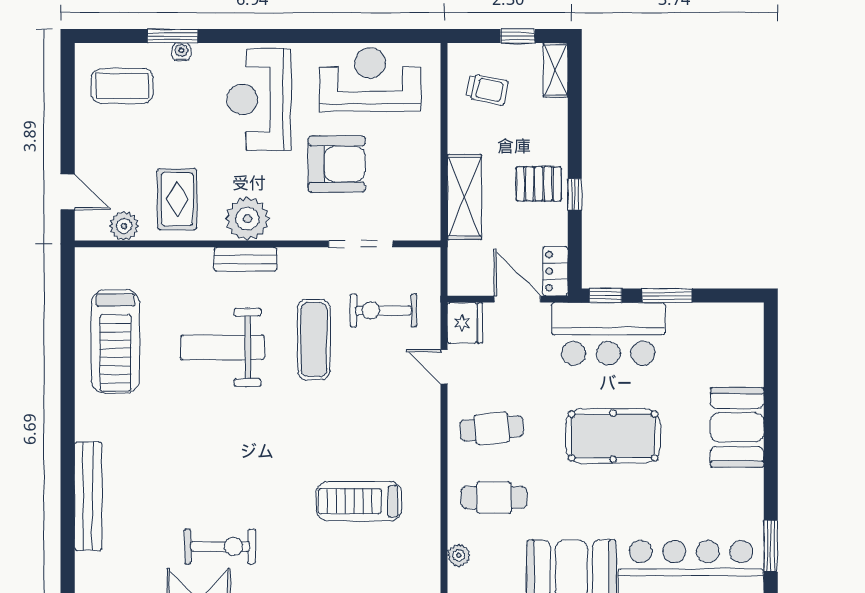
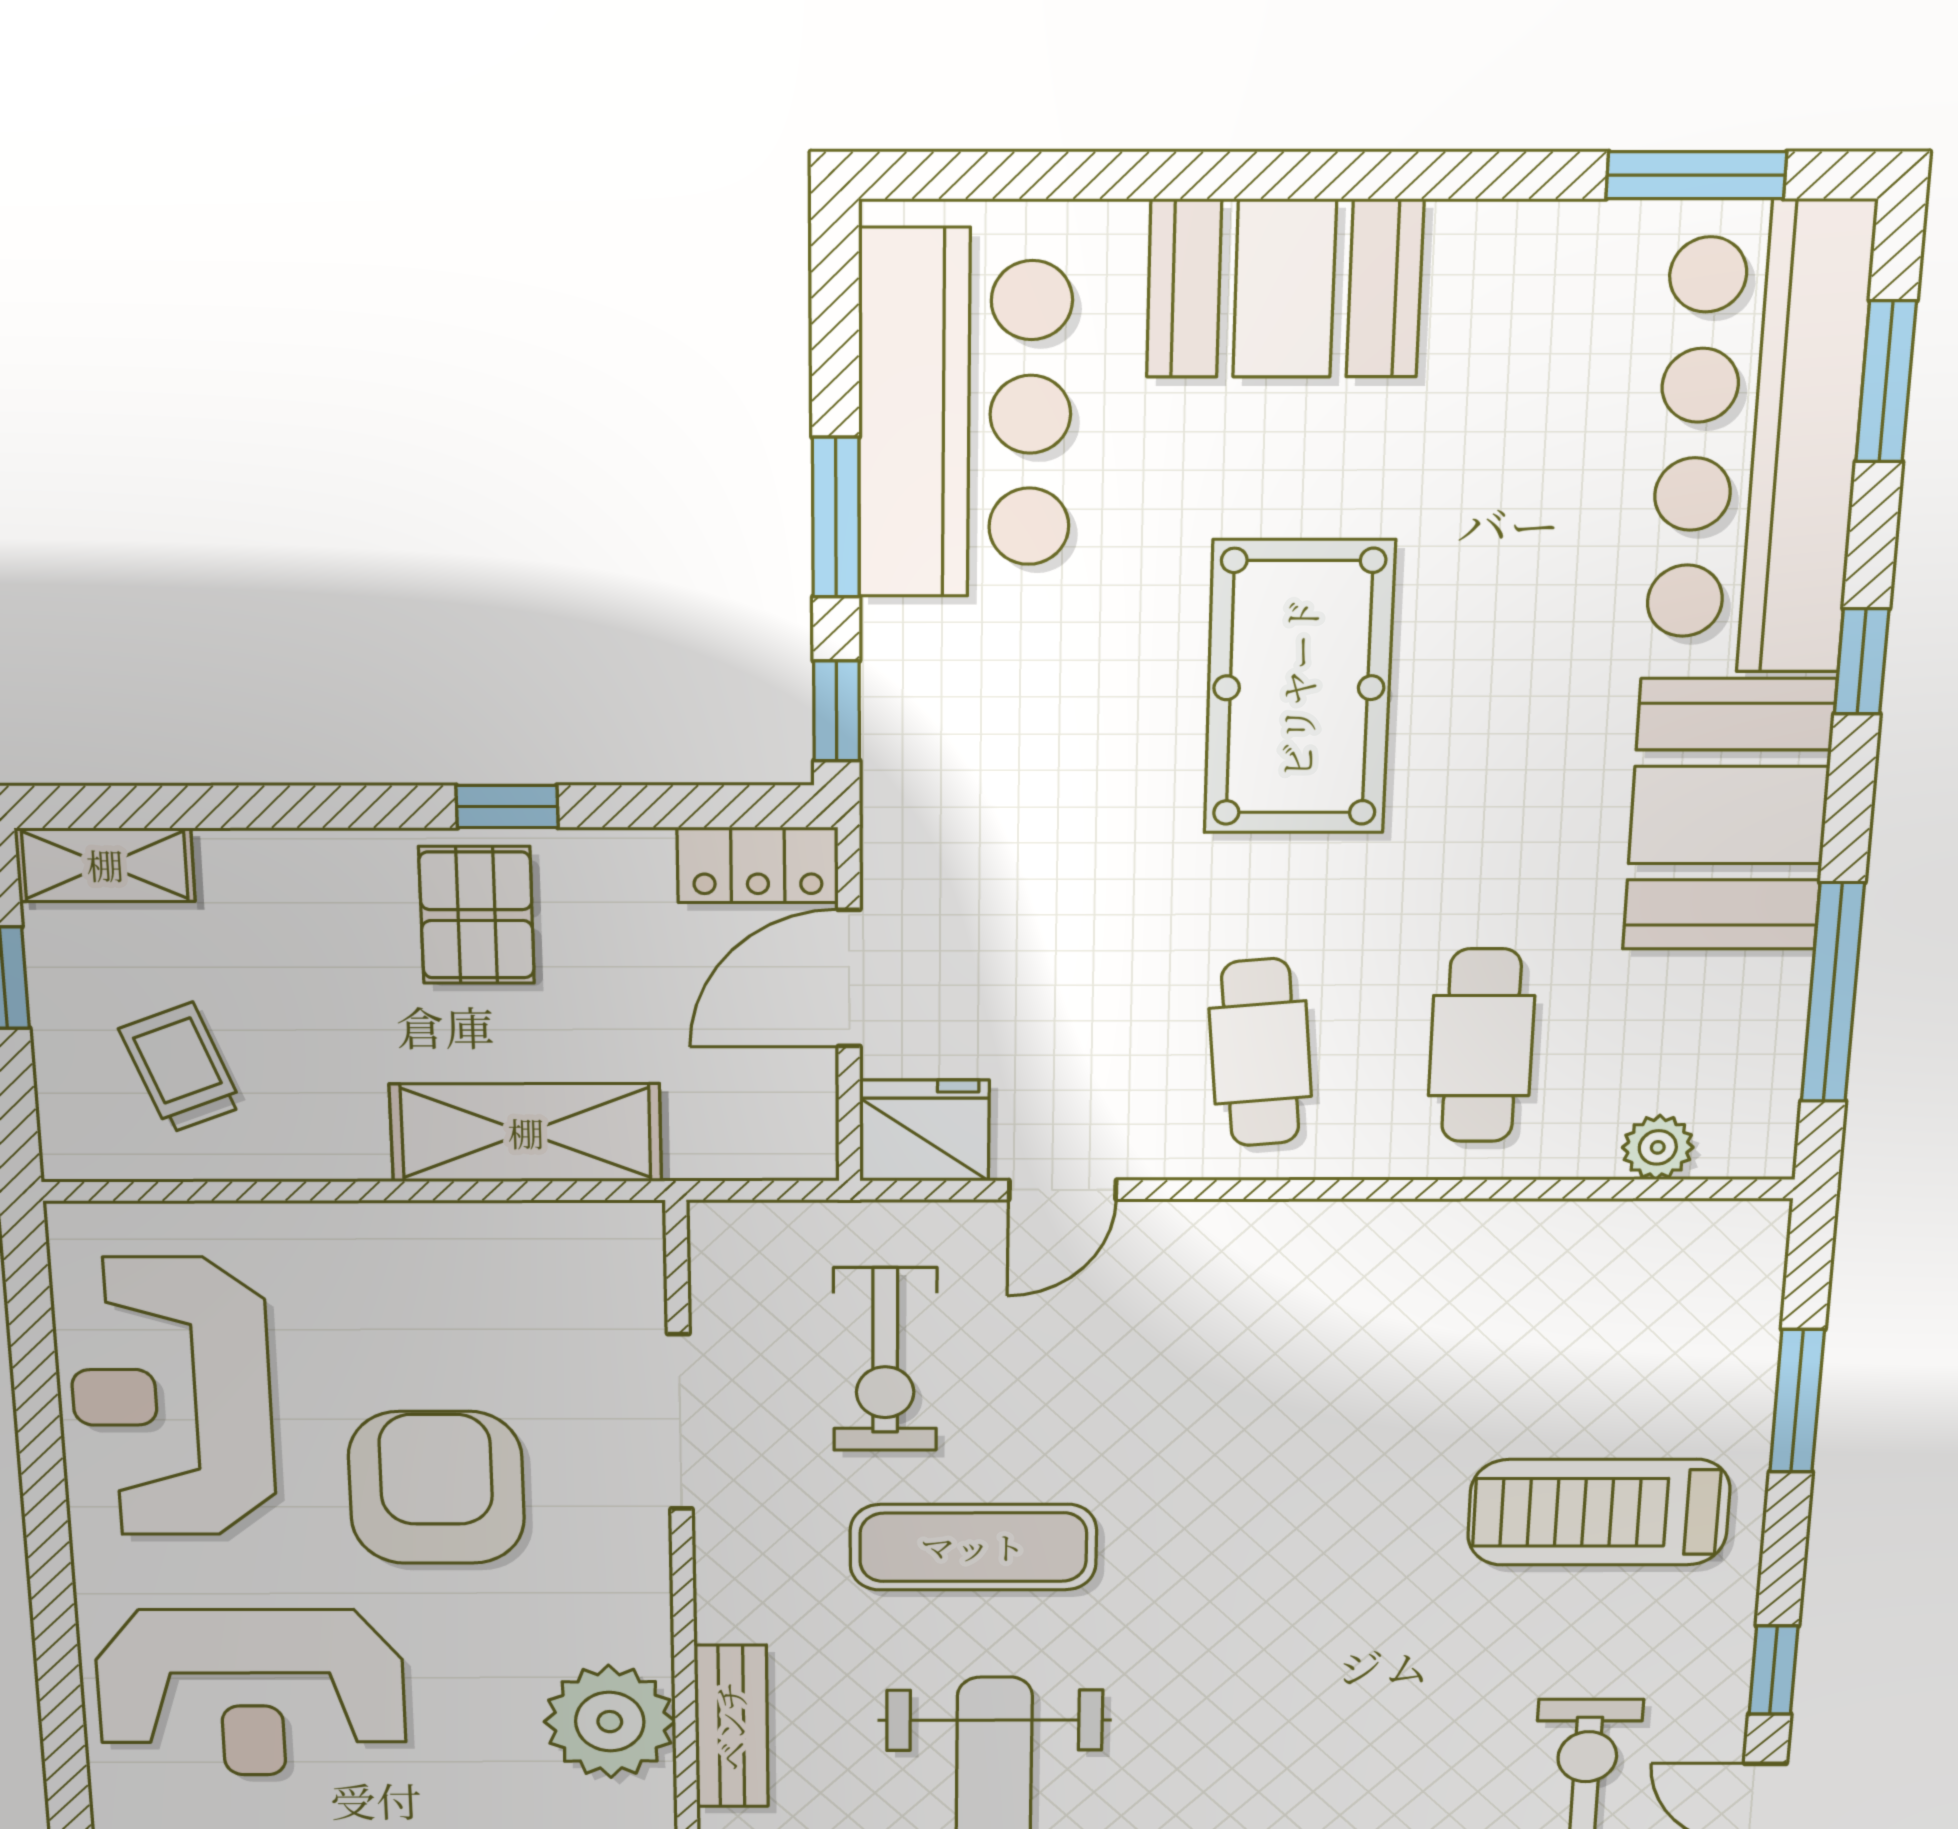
trolley: (487, 89) -> (181, 1068), turned -33
bar counter: (608, 334) -> (965, 414), moved
treadmill: (359, 501) -> (1599, 1512), moved, turned 90

